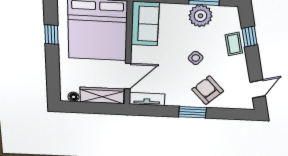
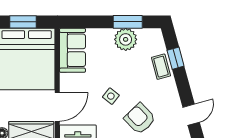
side table: (196, 58) -> (111, 96), moved

